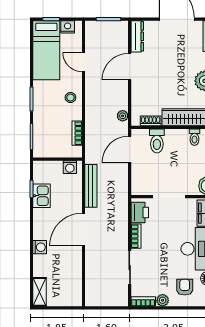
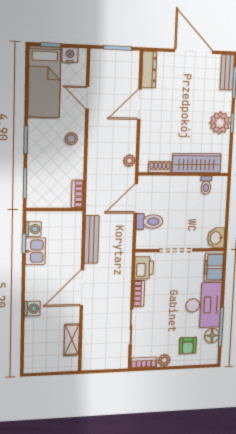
bookcase: (77, 133) -> (77, 194), moved
toilet: (157, 141) -> (150, 222), moved, turned -90
washing machine: (70, 167) -> (33, 229), moved, turned -90
armchair: (185, 287) -> (188, 346), turned 180
shelving: (39, 292) -> (72, 340), moved

